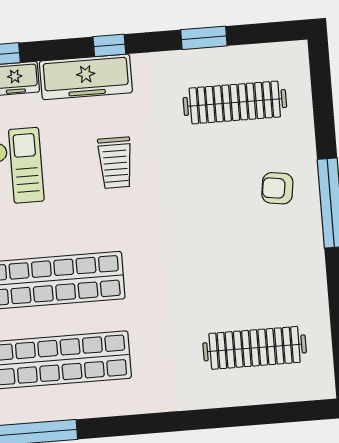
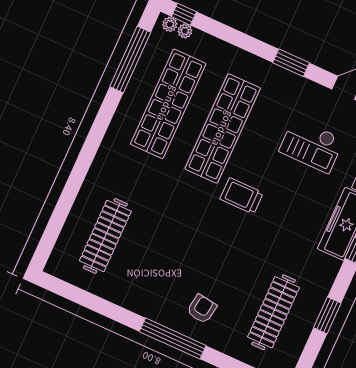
trolley: (115, 163) -> (242, 196), moved

